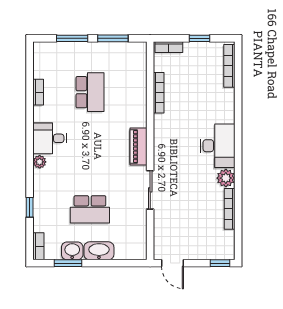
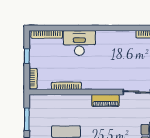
desk: (218, 146) -> (79, 43), moved
plant: (226, 178) -> (128, 37), removed

